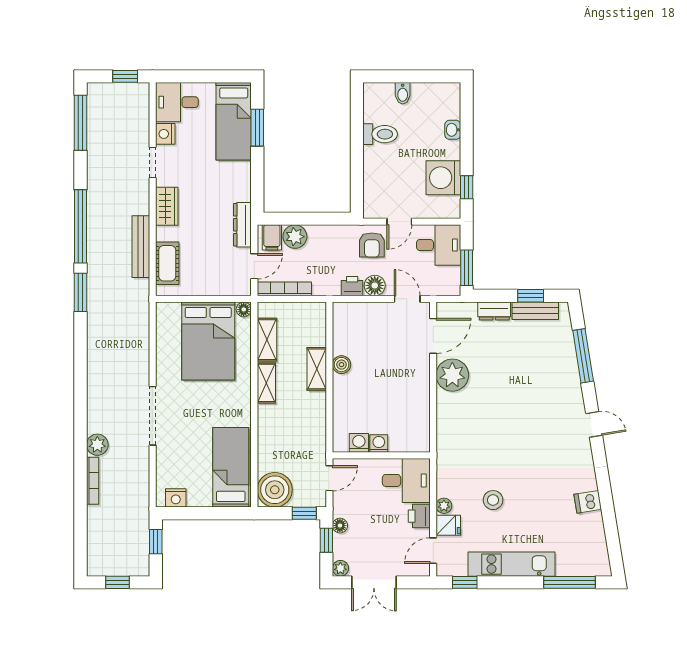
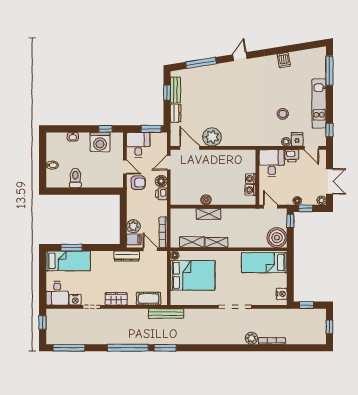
bench: (141, 247) -> (166, 314), moved

